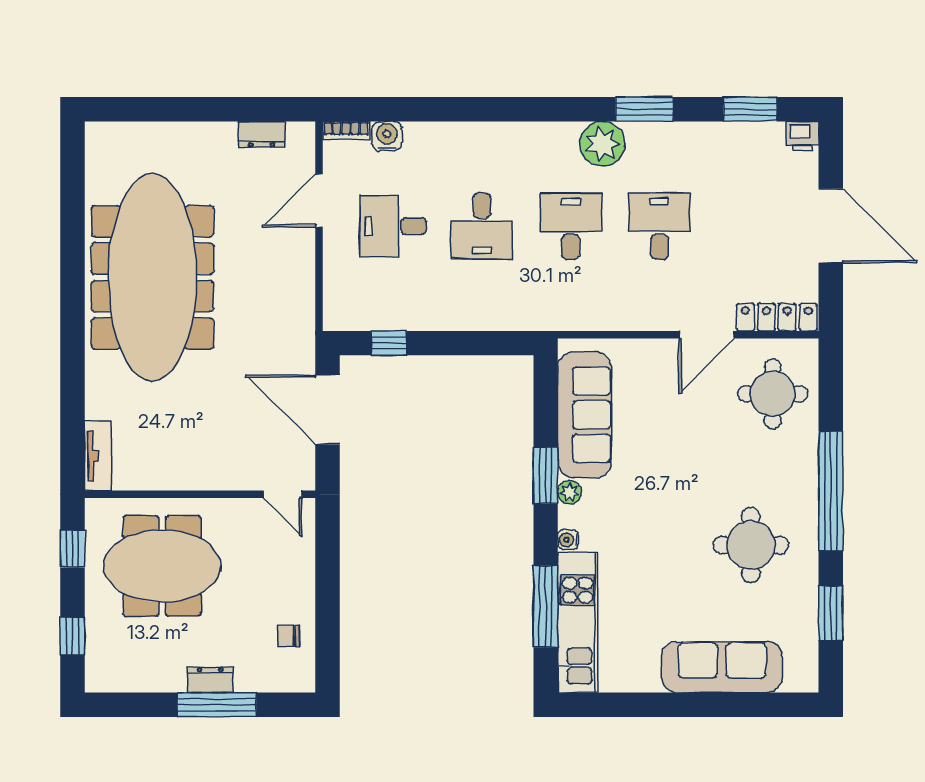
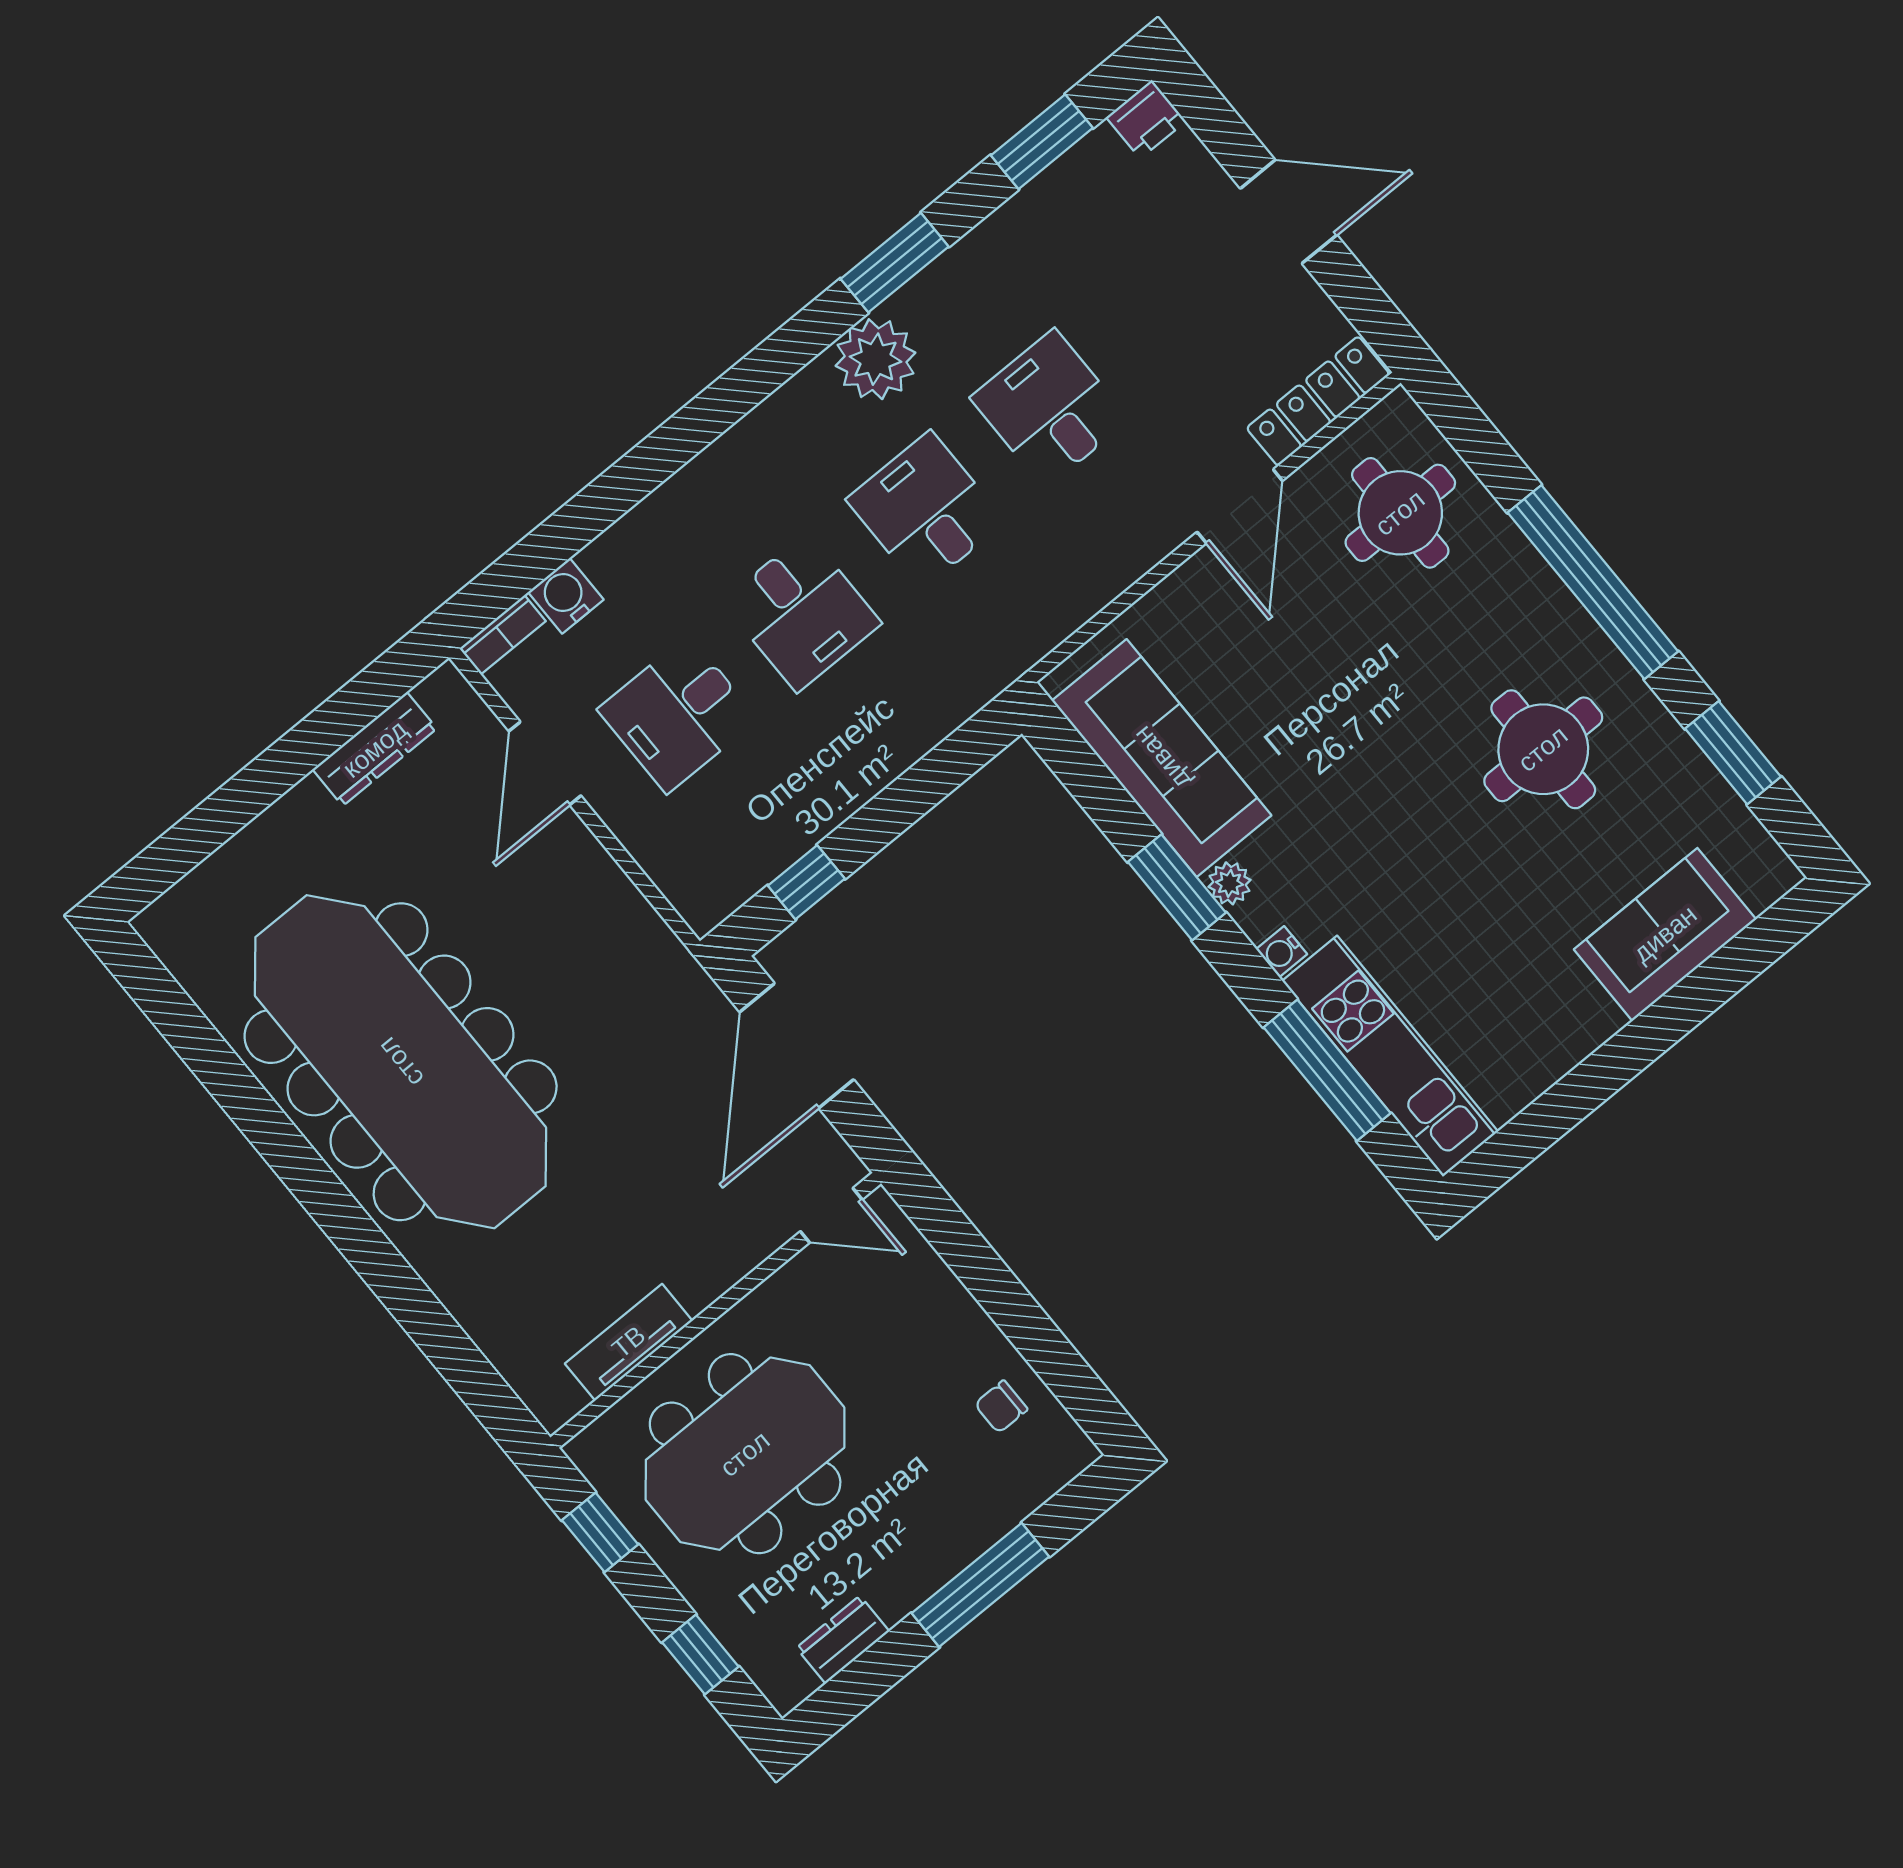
dresser: (262, 134) -> (375, 749), width x1.44
door: (831, 226) -> (1289, 212), width x0.73
door: (328, 410) -> (797, 1046), hinge flipped
tv unit: (98, 456) -> (629, 1342), moved, turned -90
sofa: (722, 667) -> (1665, 934), width x0.73
dresser: (210, 680) -> (843, 1640), moved

